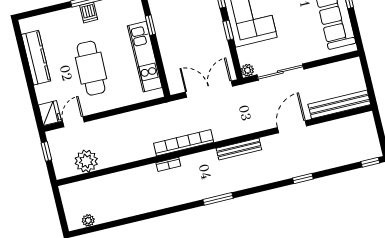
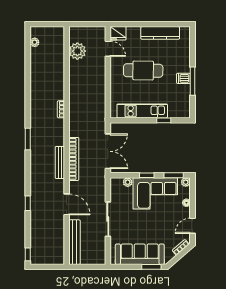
plant: (247, 70) -> (128, 182), moved
sliding door: (280, 72) -> (108, 219), moved
bookcase: (184, 143) -> (74, 159), moved
window: (46, 151) -> (91, 24), removed

